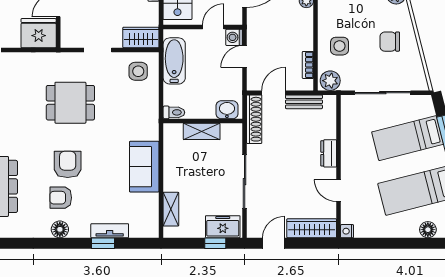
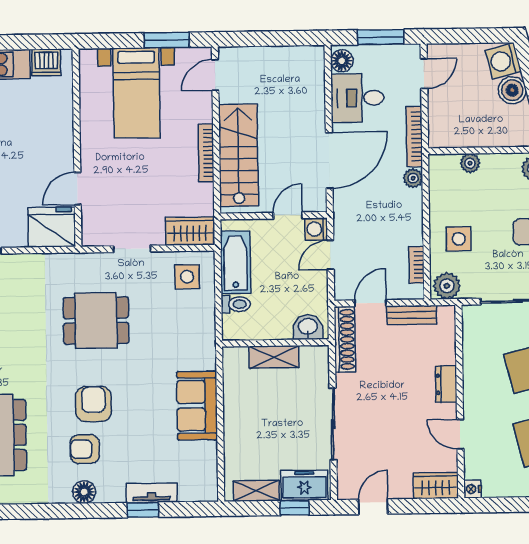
toilet: (174, 112) -> (236, 304), moved
shelving: (171, 209) -> (256, 491), moved, turned 90
wardrobe: (312, 228) -> (436, 486), width x0.67

